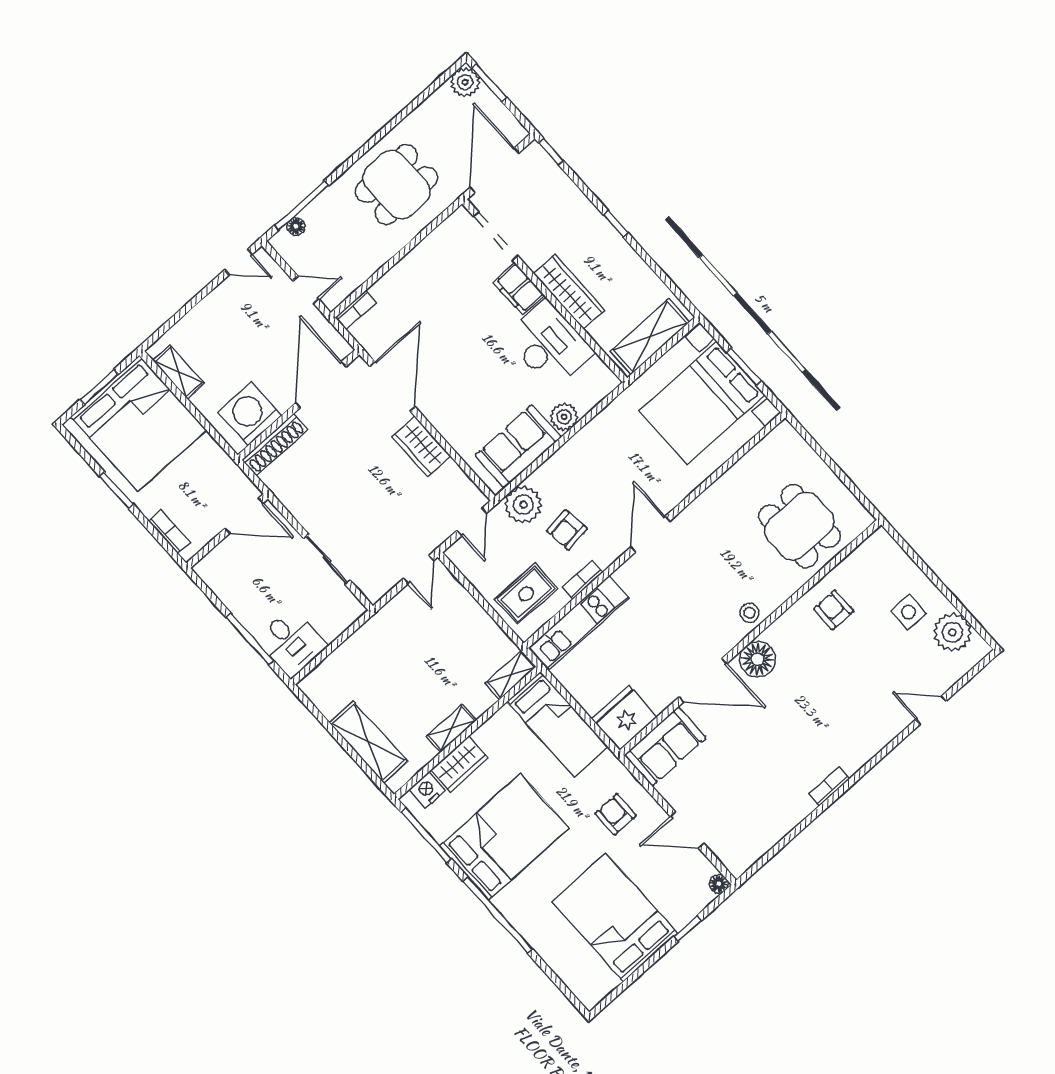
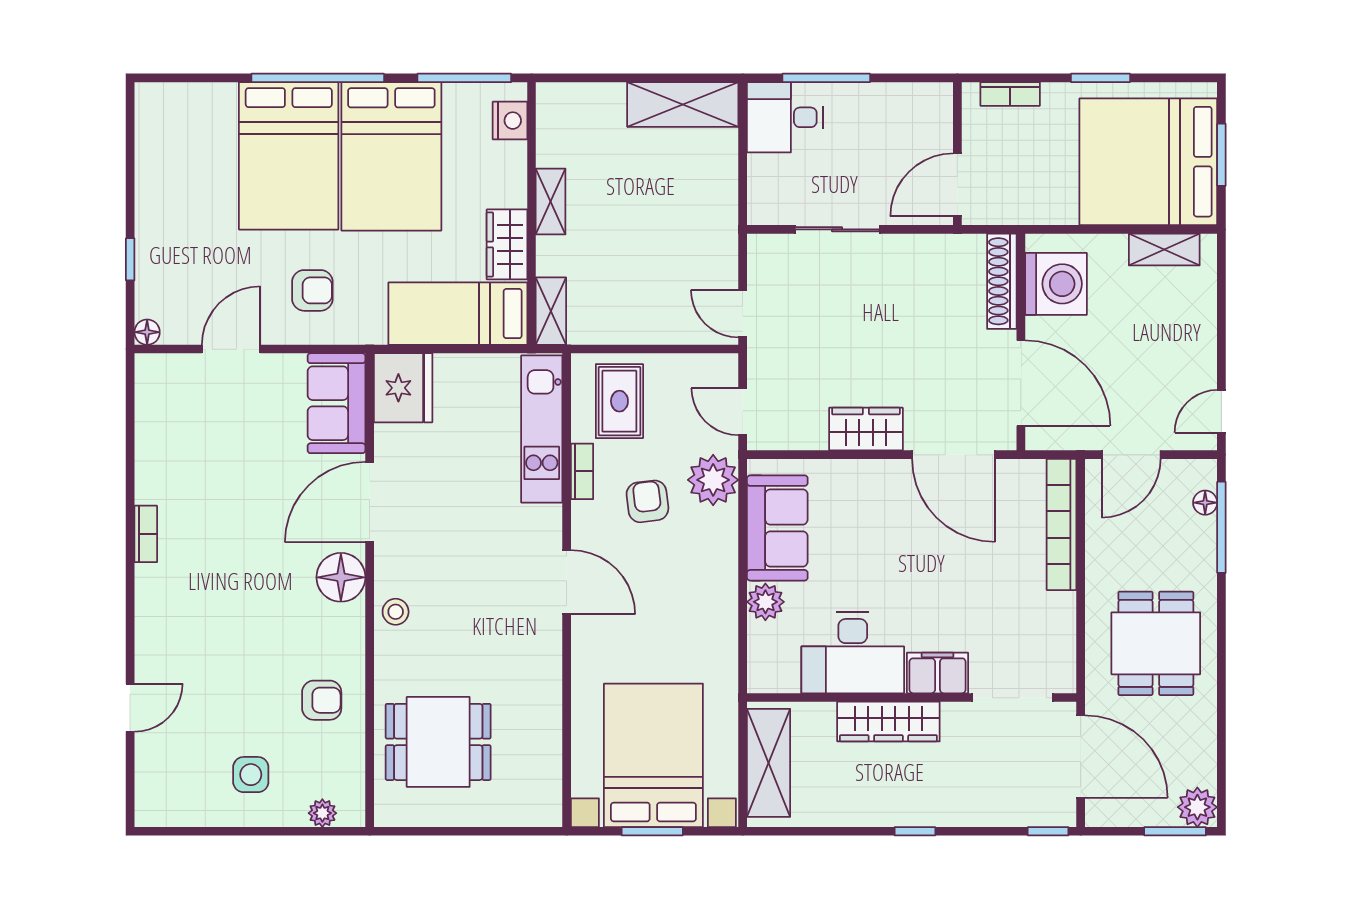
door: (306, 290) -> (1131, 455), width x1.38
bookcase: (356, 310) -> (1062, 524), width x2.31, depth x1.31
plant: (952, 632) -> (322, 813), moved, width x0.53, depth x0.53
shelving: (368, 742) -> (683, 104), moved
wardrobe: (459, 764) -> (507, 244), moved
bed: (615, 917) -> (289, 156), moved, turned 90

